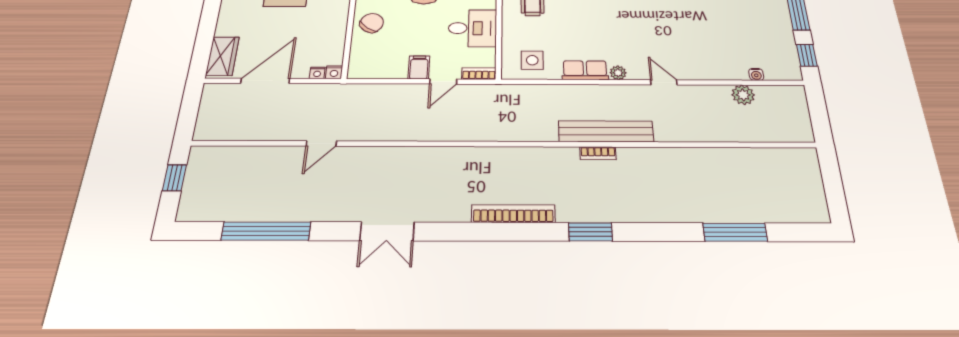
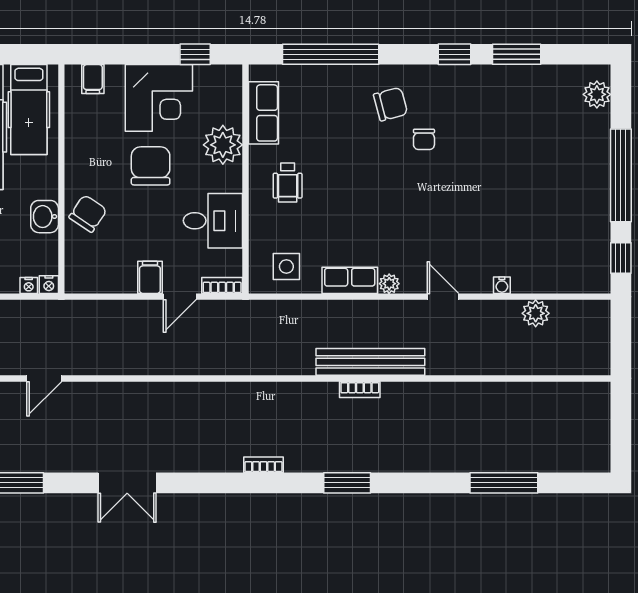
washbasin: (336, 25) -> (45, 217), added
water cooler: (756, 74) -> (502, 285), moved
bookcase: (513, 214) -> (264, 465), width x0.43, depth x0.76

